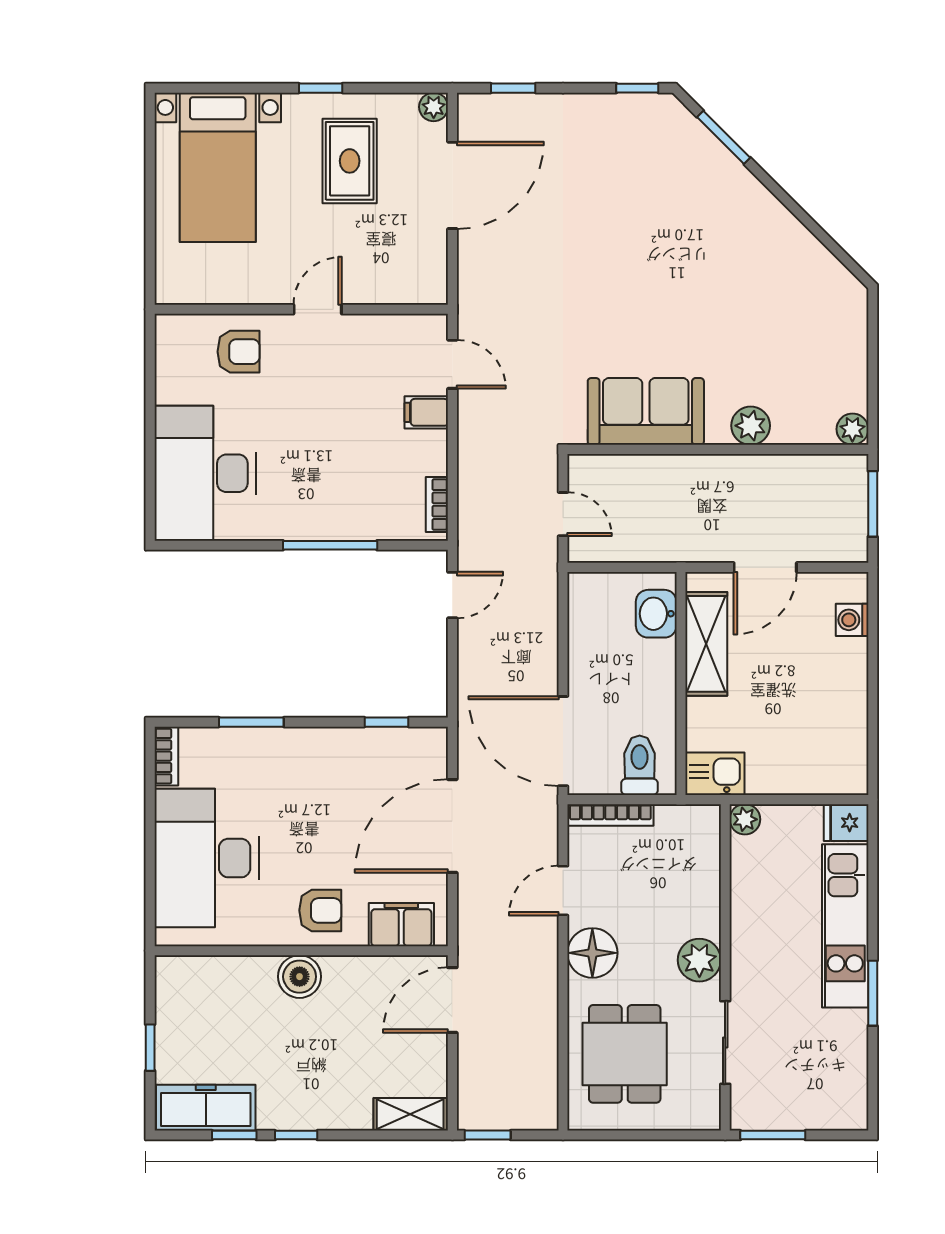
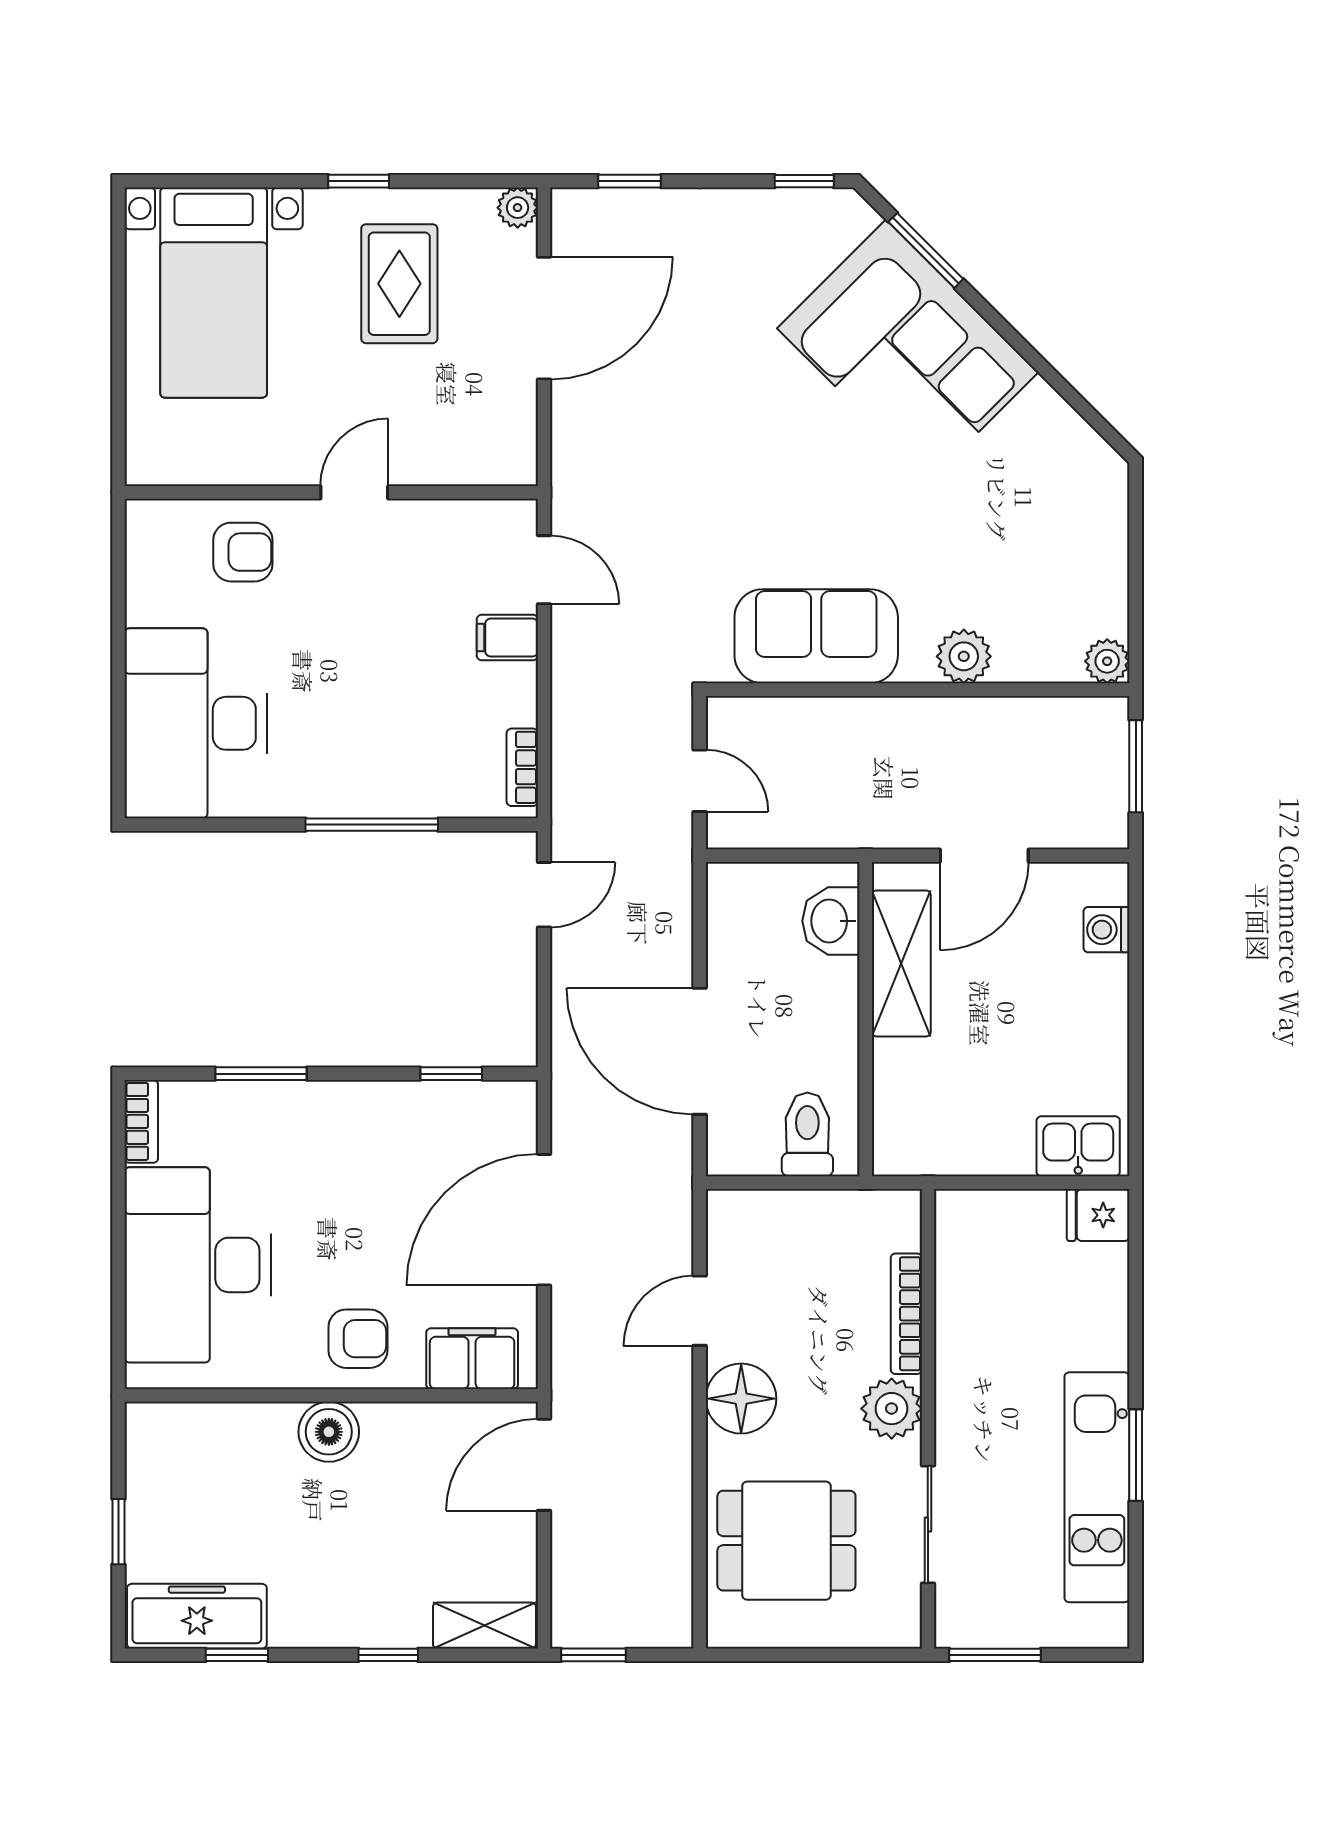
corner sofa: (711, 208) -> (908, 350), added
door: (563, 741) -> (700, 1051), moved
kitchen sink: (715, 774) -> (1078, 1146), moved
bookcase: (610, 815) -> (906, 1314), moved, turned 90
plant: (745, 819) -> (956, 1210), removed
kitchen unit: (845, 926) -> (1097, 1487), moved
dining table: (625, 1054) -> (786, 1541), turned 90
window: (296, 1135) -> (388, 1655), moved

